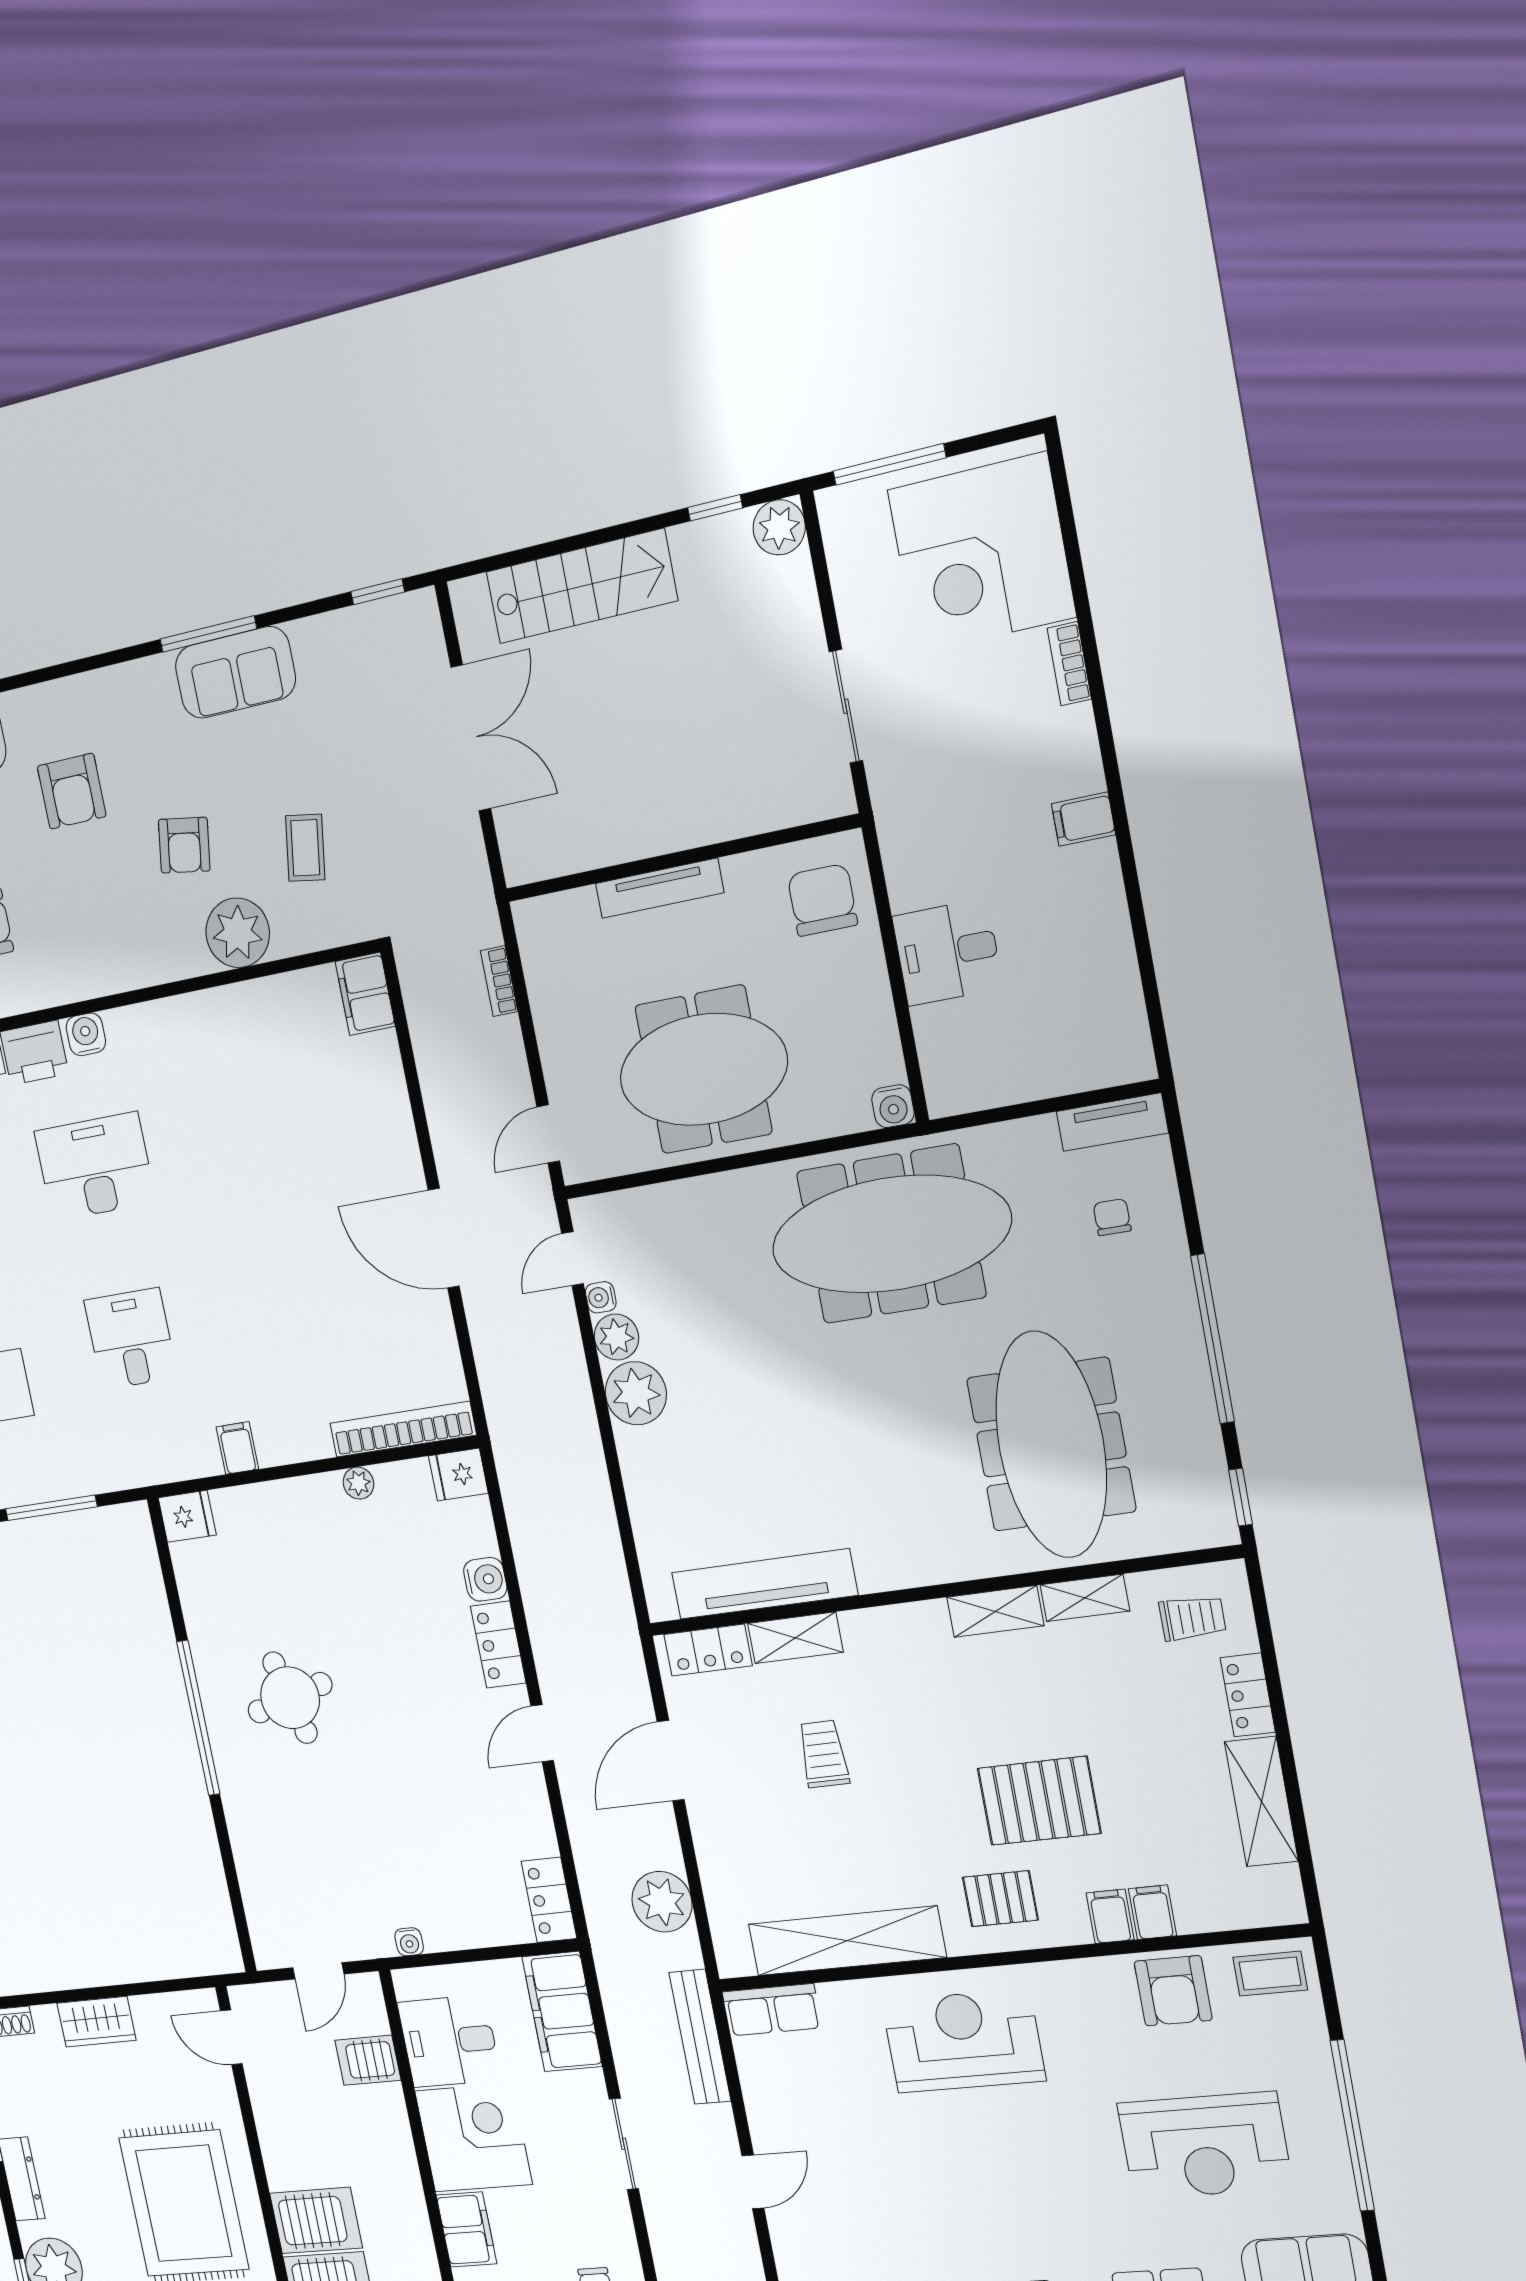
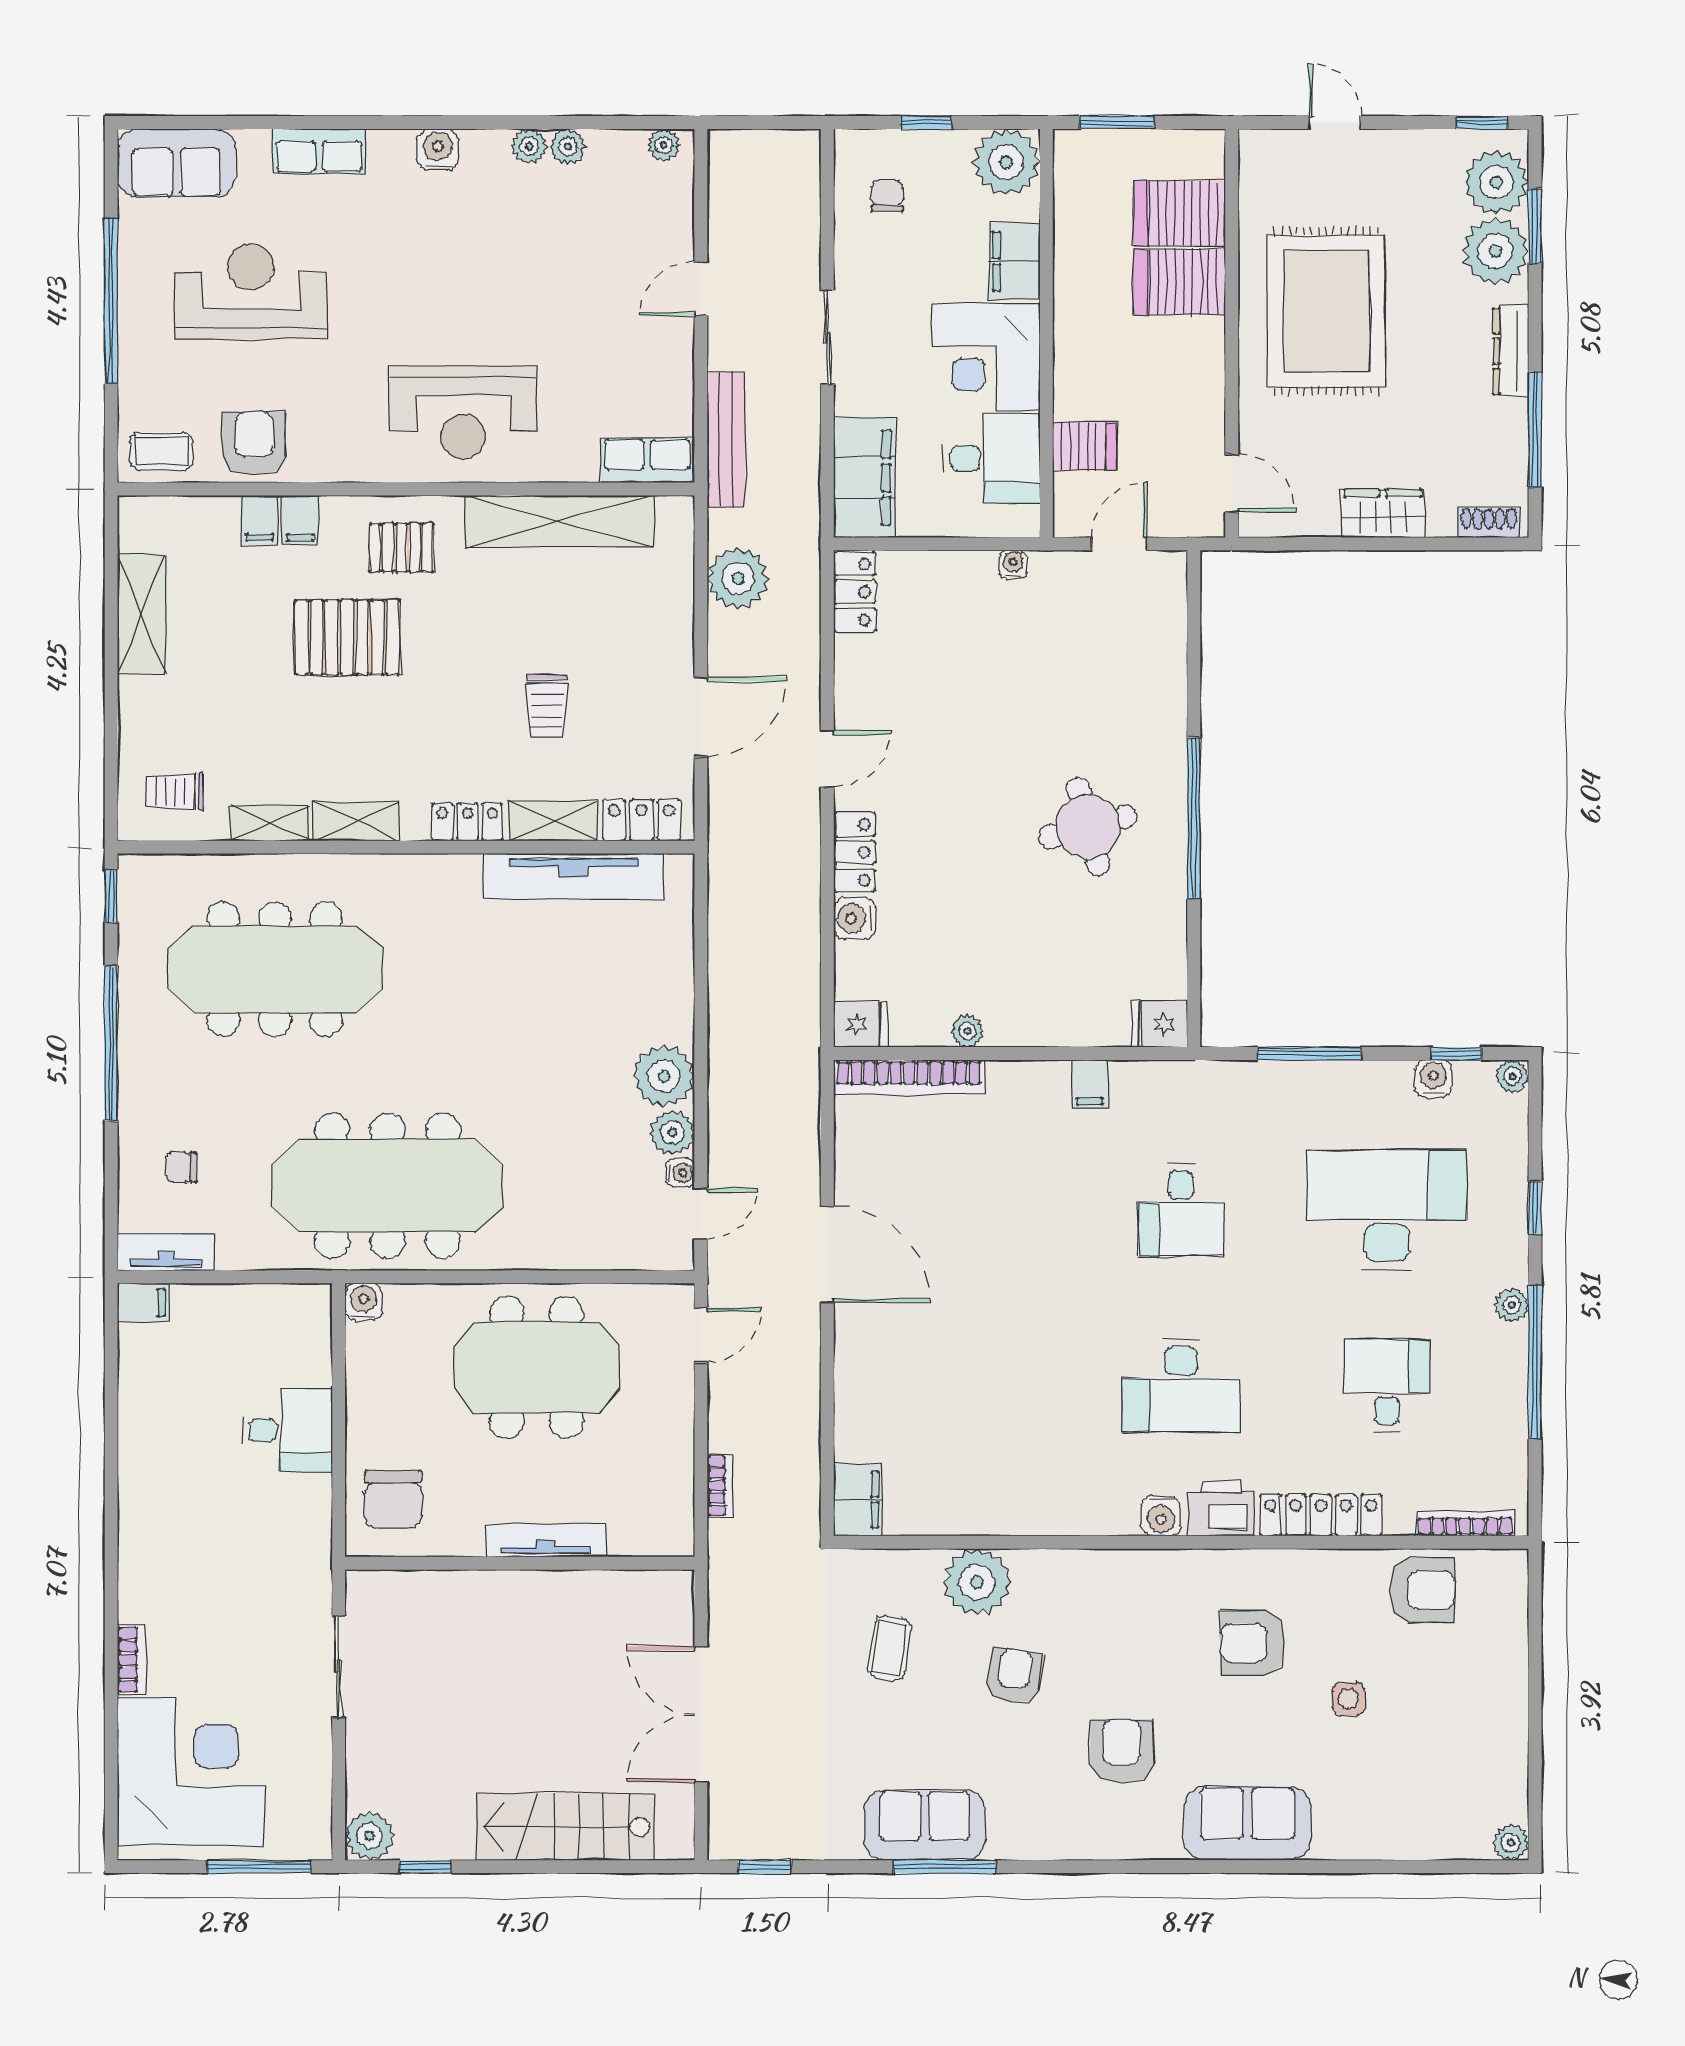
filing cabinet: (1083, 819) -> (143, 1303), moved
chair: (1112, 1217) -> (181, 1167), turned 90
meeting table: (1051, 1445) -> (275, 969), turned 90
locker: (1248, 1695) -> (467, 822), moved, turned -90

